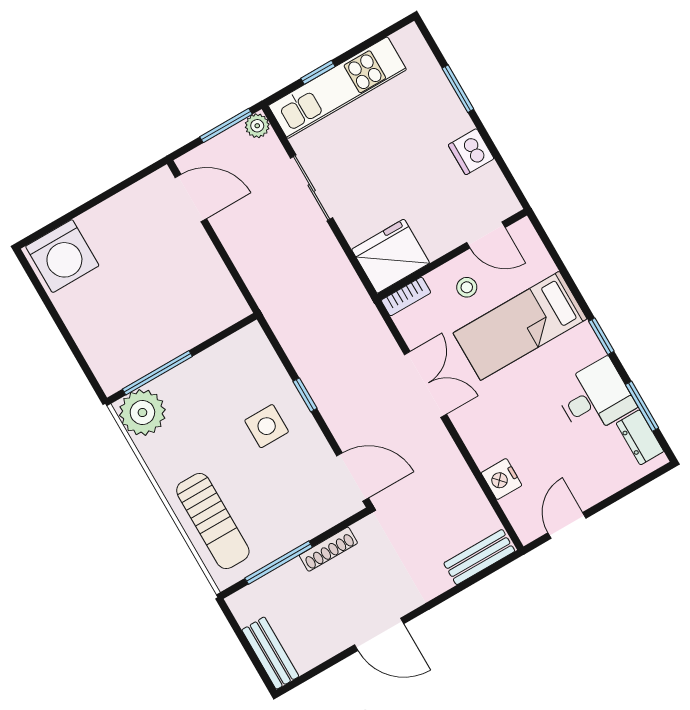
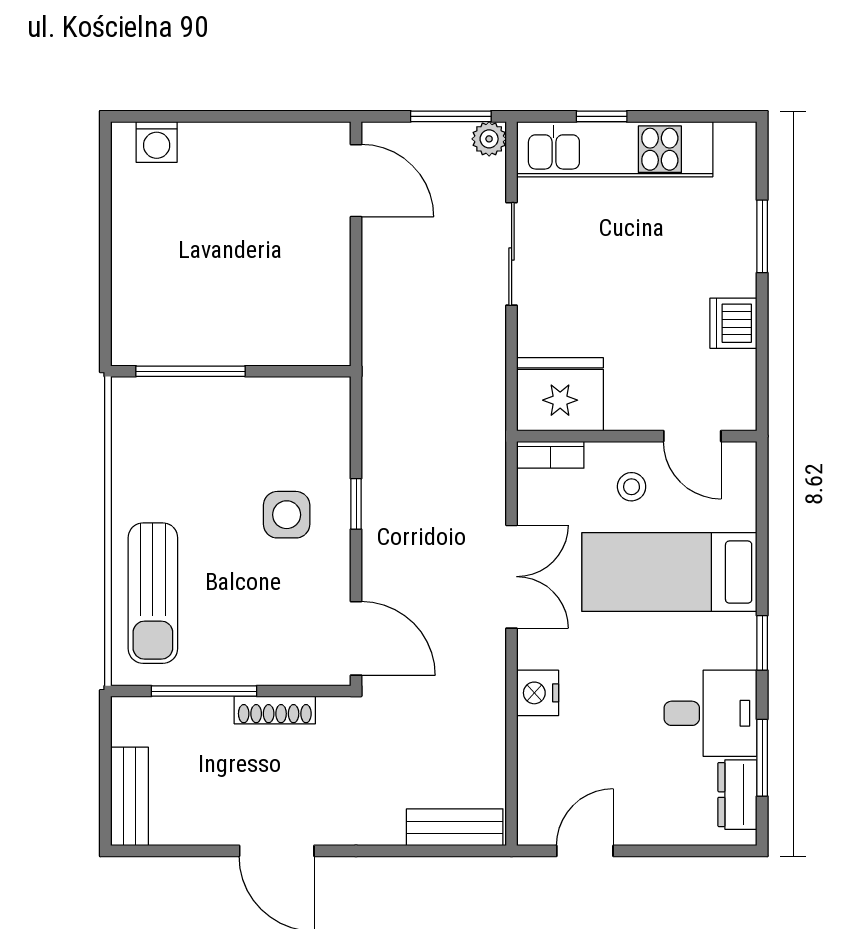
washing machine: (62, 256) -> (157, 142), width x0.53, depth x0.53
plant: (142, 412) -> (144, 410), removed
nightstand: (502, 479) -> (538, 693), moved

